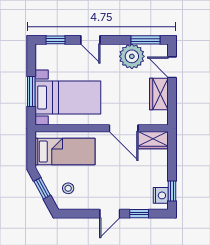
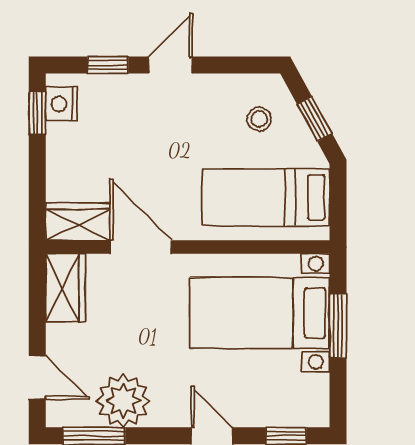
wardrobe: (159, 94) -> (65, 288), moved

